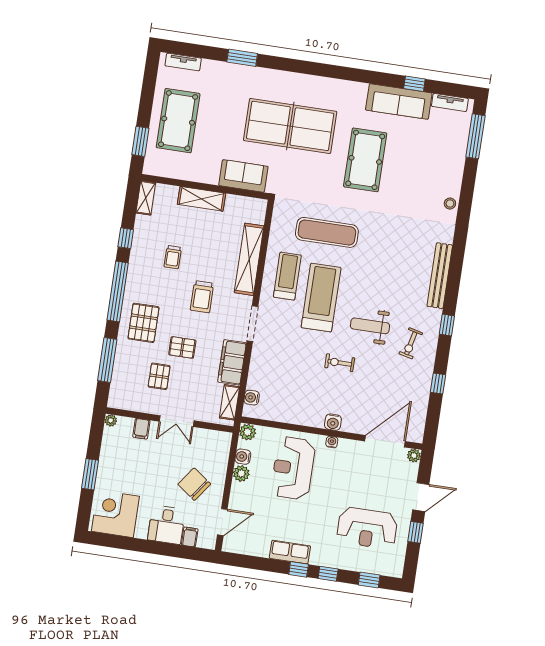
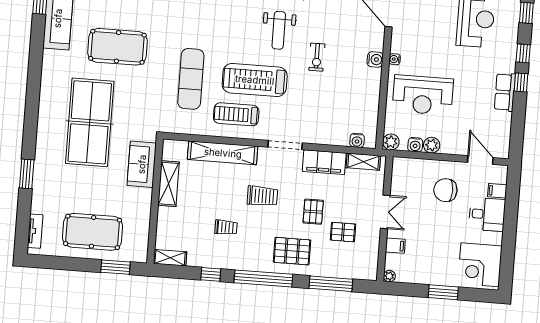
shelving: (201, 199) -> (169, 184), moved
chair: (194, 484) -> (445, 190), turned 54

